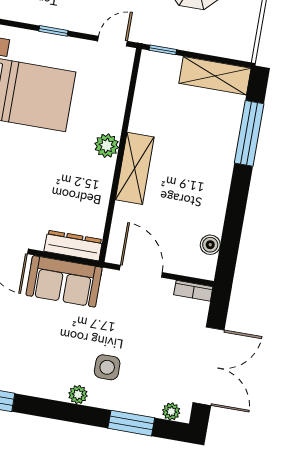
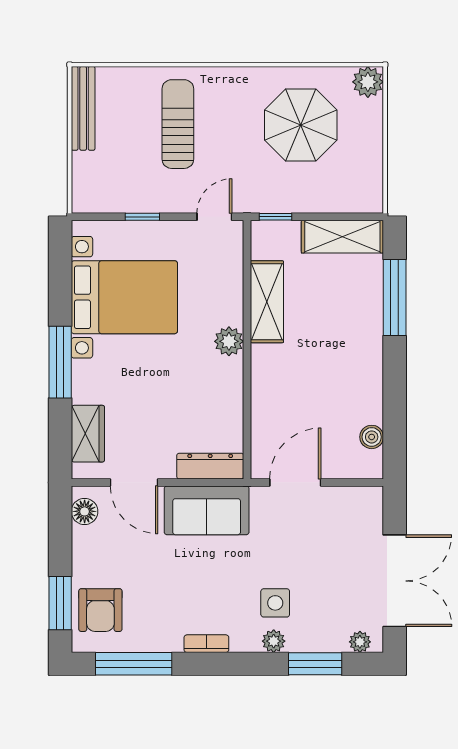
shelving: (135, 168) -> (267, 302), moved
door: (141, 271) -> (295, 483), hinge flipped
bookcase: (193, 291) -> (206, 644), moved, turned 180
plant: (78, 395) -> (274, 641), moved

